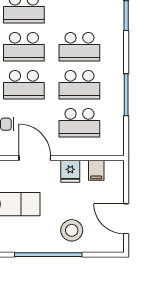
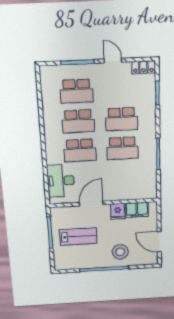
school desk: (79, 123) -> (123, 176), removed
door: (35, 158) -> (91, 204), hinge flipped
filing cabinet: (96, 170) -> (137, 210), width x2.00

